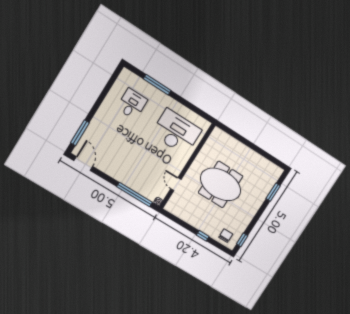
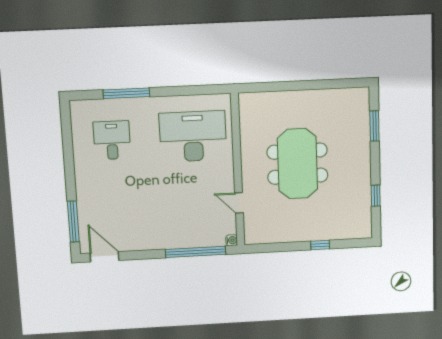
meeting table: (221, 184) -> (297, 164), turned 90
chair: (226, 236) -> (350, 225), removed
window: (242, 240) -> (376, 196), moved

